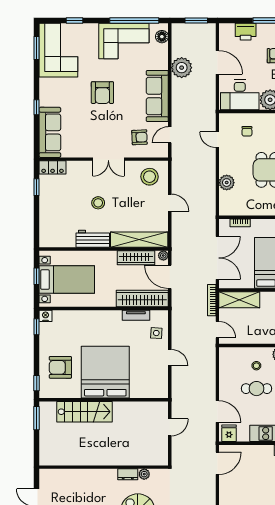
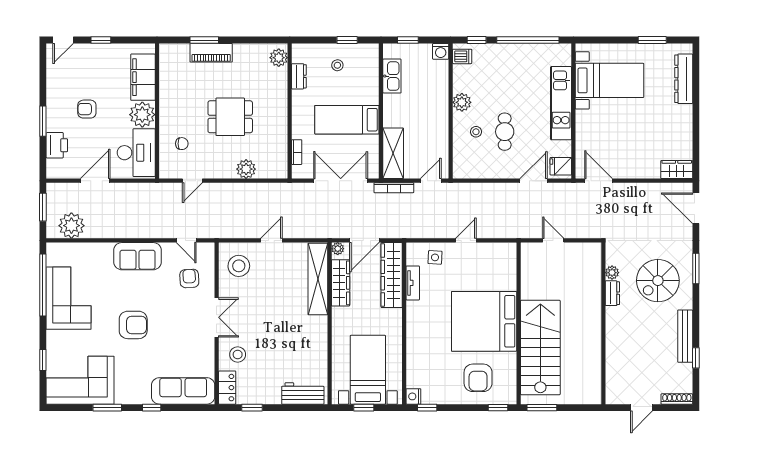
floor lamp: (162, 37) -> (63, 250), removed
window: (37, 48) -> (107, 408), moved
plant: (182, 68) -> (71, 226), moved
sofa: (157, 96) -> (137, 256), width x0.73
stool: (98, 203) -> (238, 354), moved
workbench: (93, 239) -> (303, 393), moved, turned 90
stairs: (84, 412) -> (540, 348), width x1.36, depth x1.51

